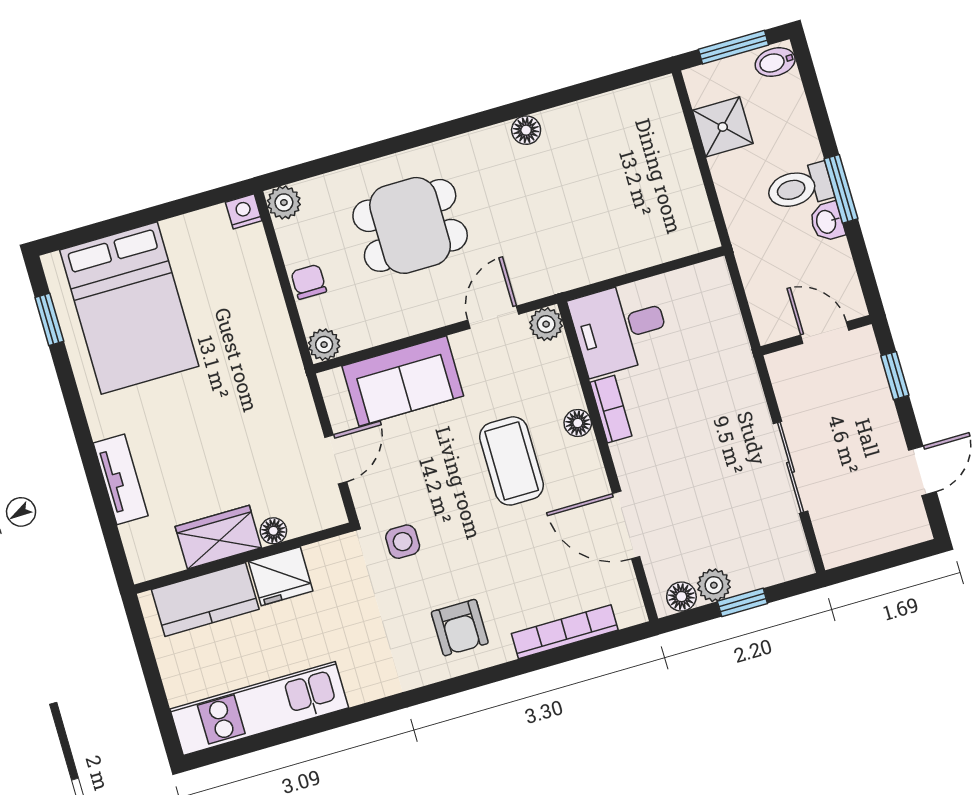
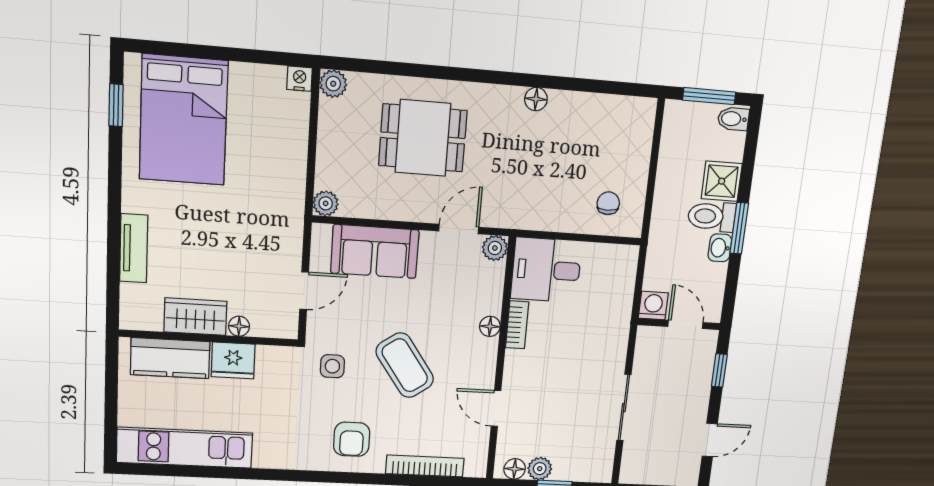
shower: (723, 127) -> (722, 181), moved
chair: (309, 282) -> (608, 203), moved
washing machine: (773, 324) -> (653, 306), added
coffee table: (512, 461) -> (405, 365), moved, turned -35
door: (626, 525) -> (496, 408), width x0.73

